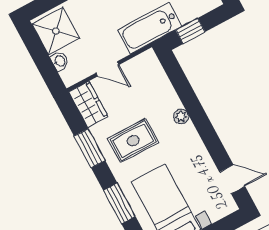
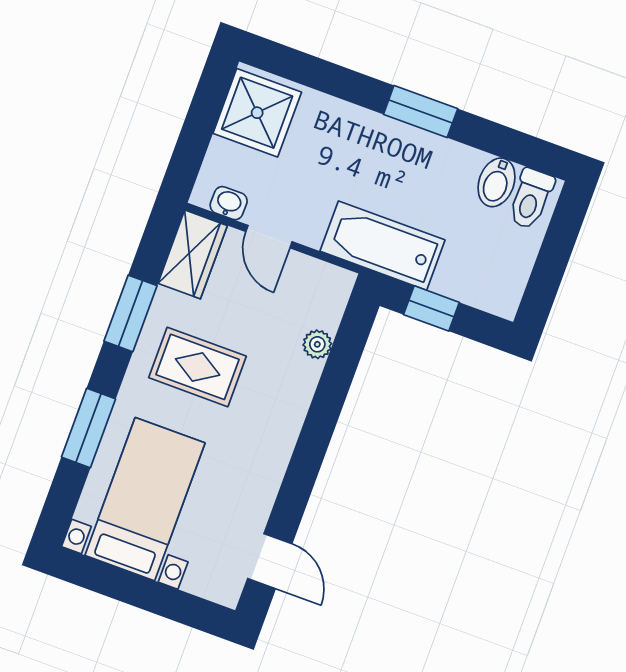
washbasin: (60, 61) -> (229, 203), moved, turned -90
plant: (181, 116) -> (317, 344), moved

